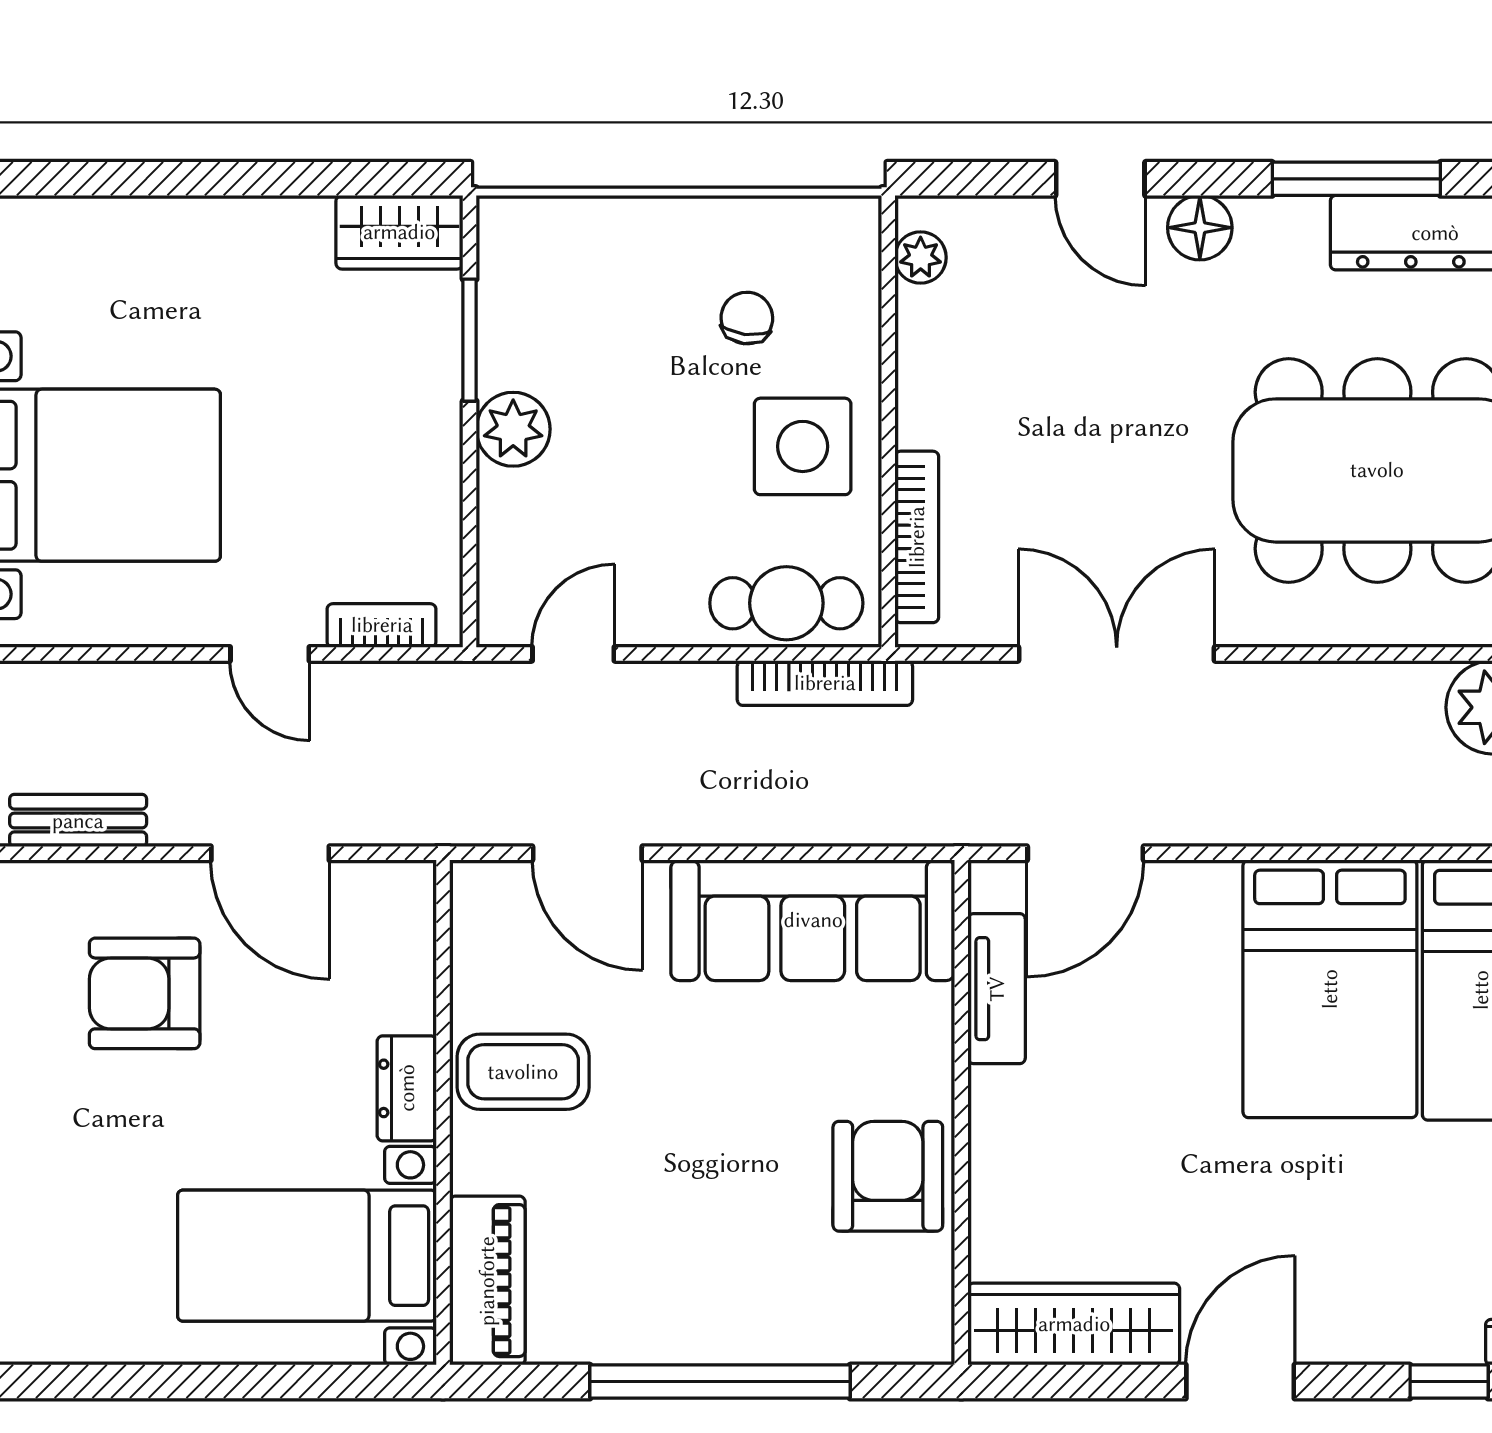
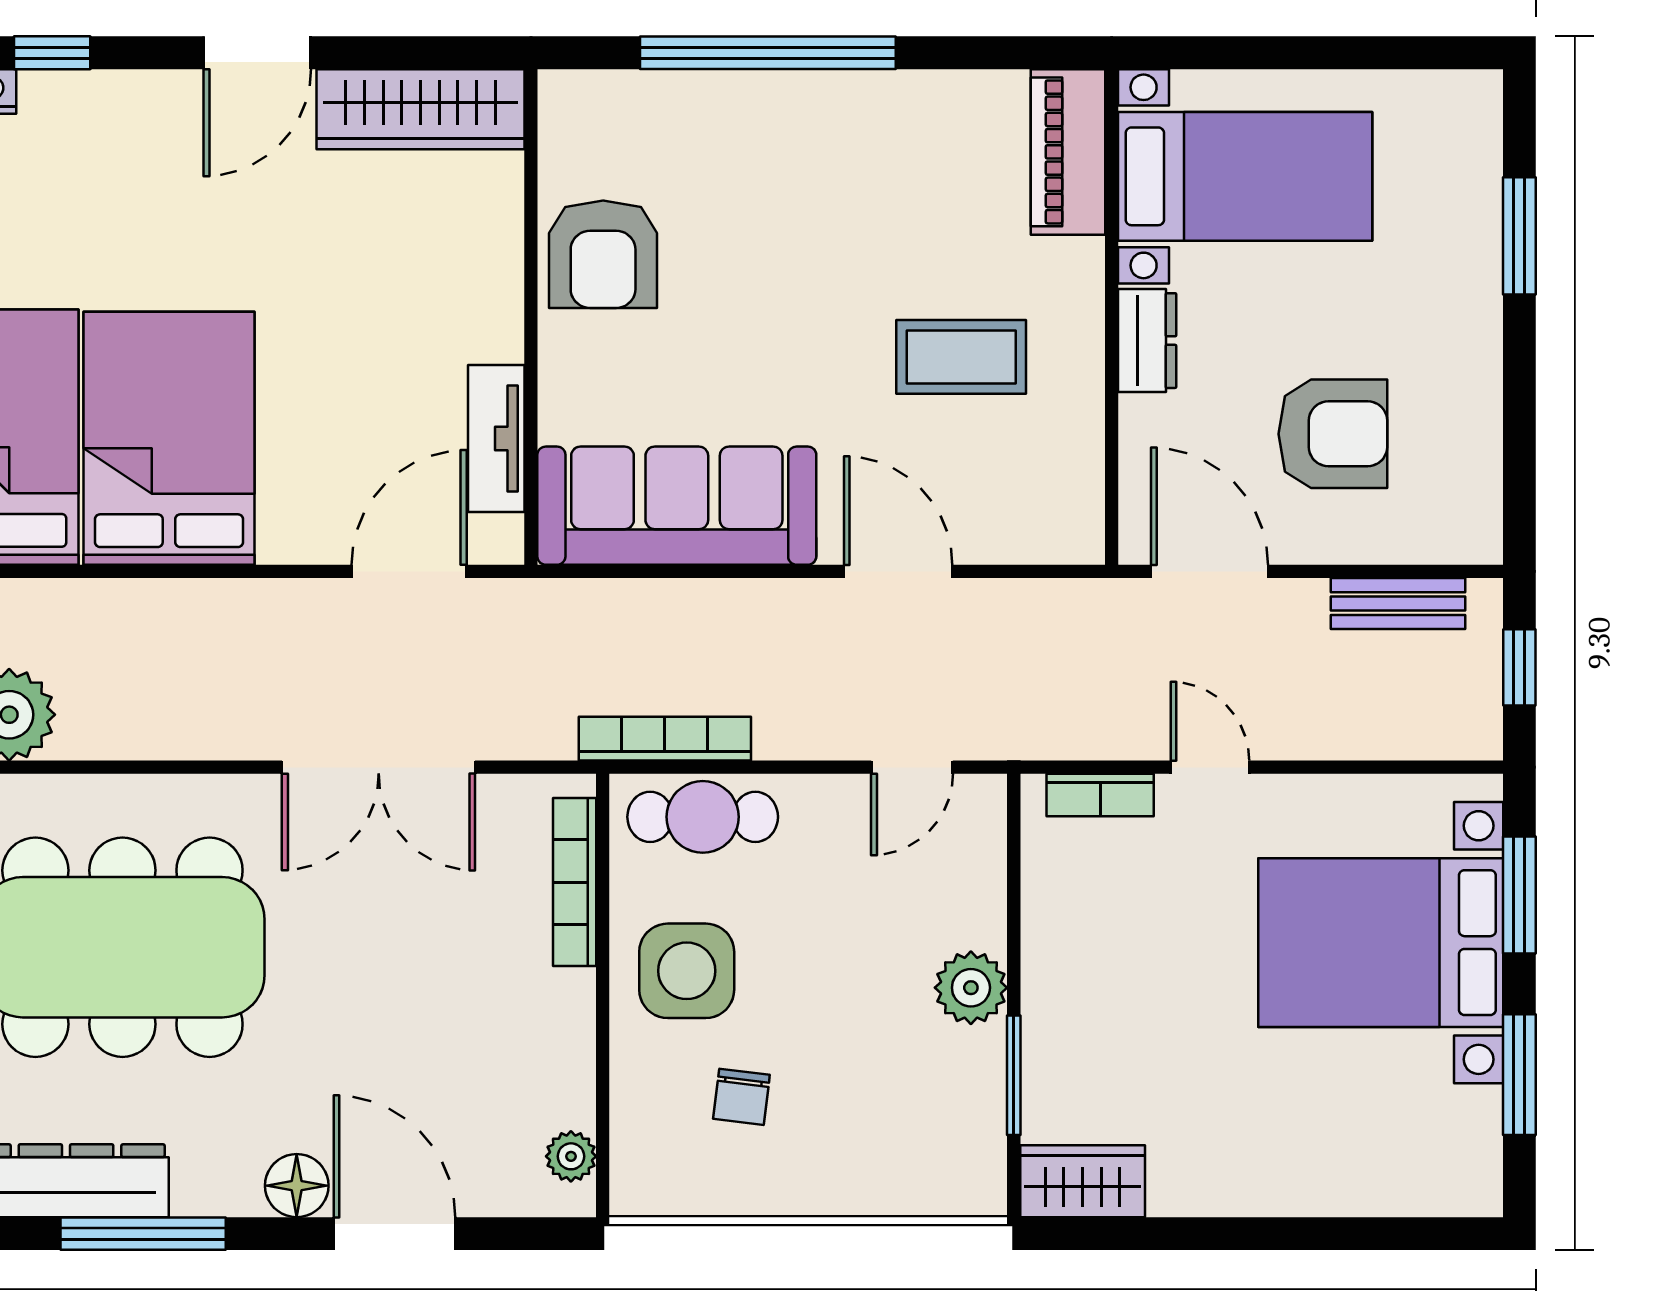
door: (1100, 179) -> (395, 1234), width x1.38
dresser: (407, 1088) -> (1147, 341), moved
wall: (443, 1112) -> (1112, 317), moved
bed with nightstands: (307, 1256) -> (1245, 176), moved
piano: (487, 1281) -> (1068, 152), moved

